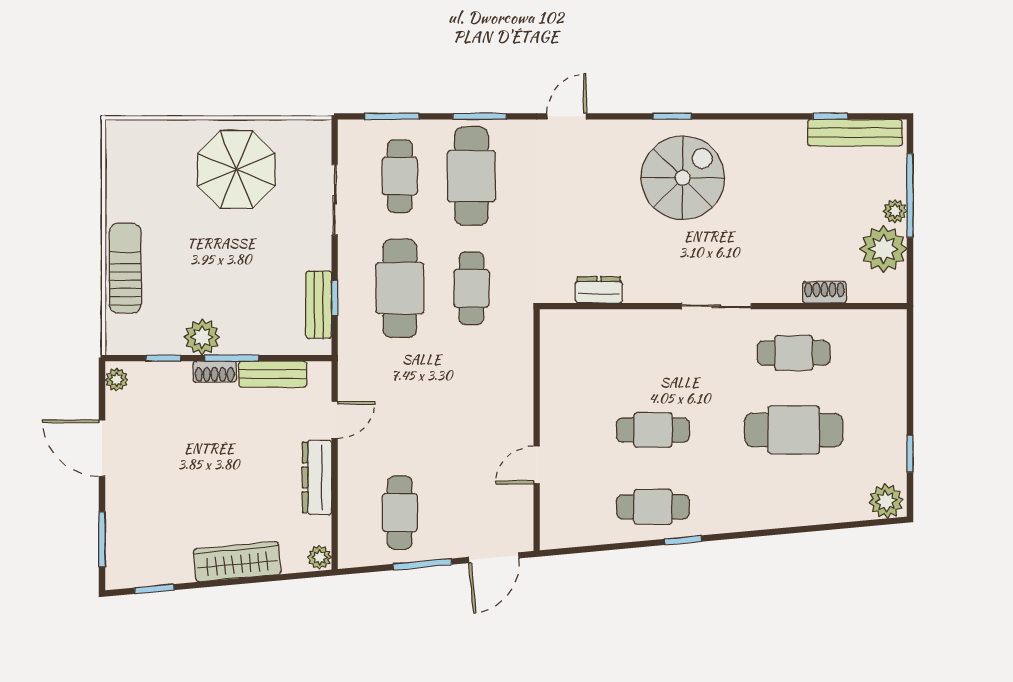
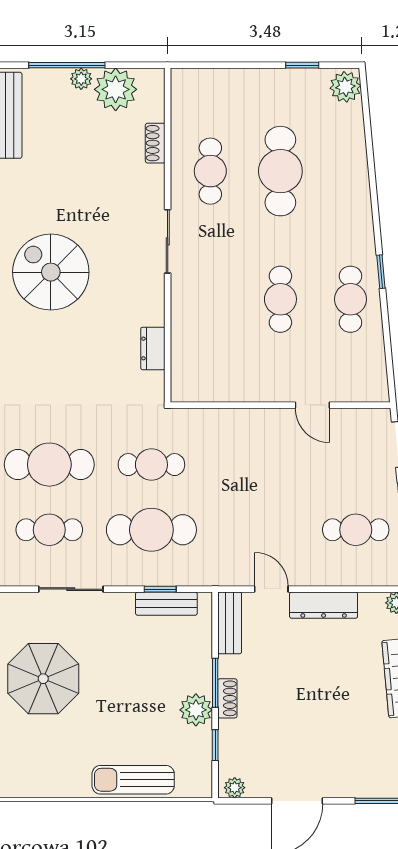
bench: (273, 374) -> (230, 623), moved

